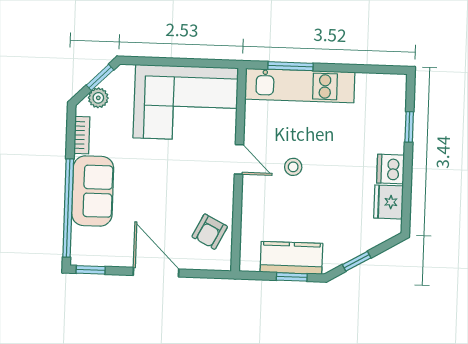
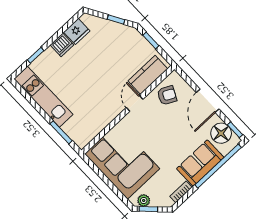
kitchen unit: (300, 86) -> (43, 97), moved
plant: (98, 98) -> (144, 200), moved
door: (239, 159) -> (135, 103), moved
stool: (293, 167) -> (103, 88), removed
floor lamp: (103, 250) -> (221, 133), added
kitchen counter: (291, 258) -> (148, 75), moved, turned 90

